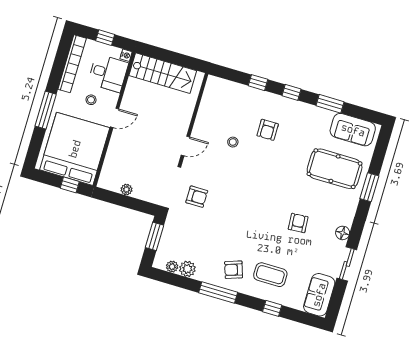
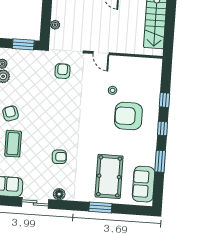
armchair: (268, 130) -> (128, 116), width x1.88, depth x1.88
plant: (127, 190) -> (55, 25), moved
armchair: (197, 197) -> (63, 71), turned 180

